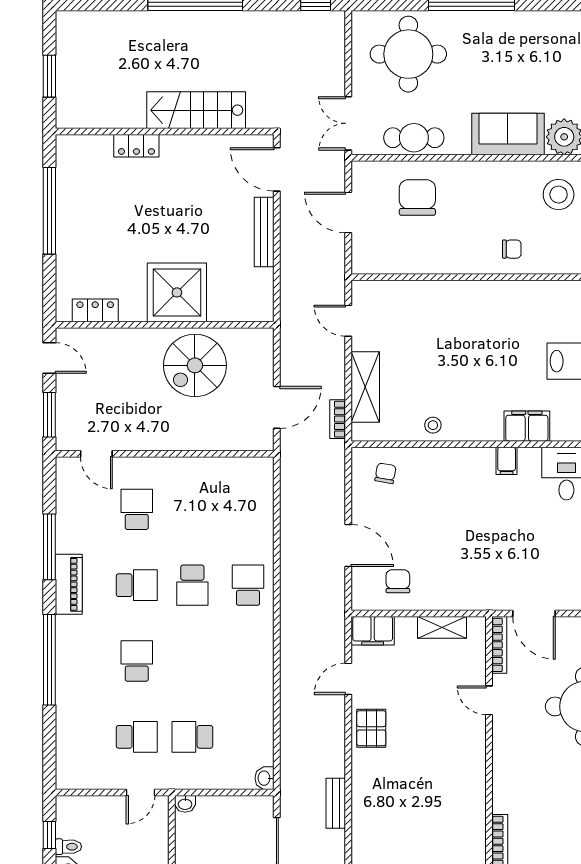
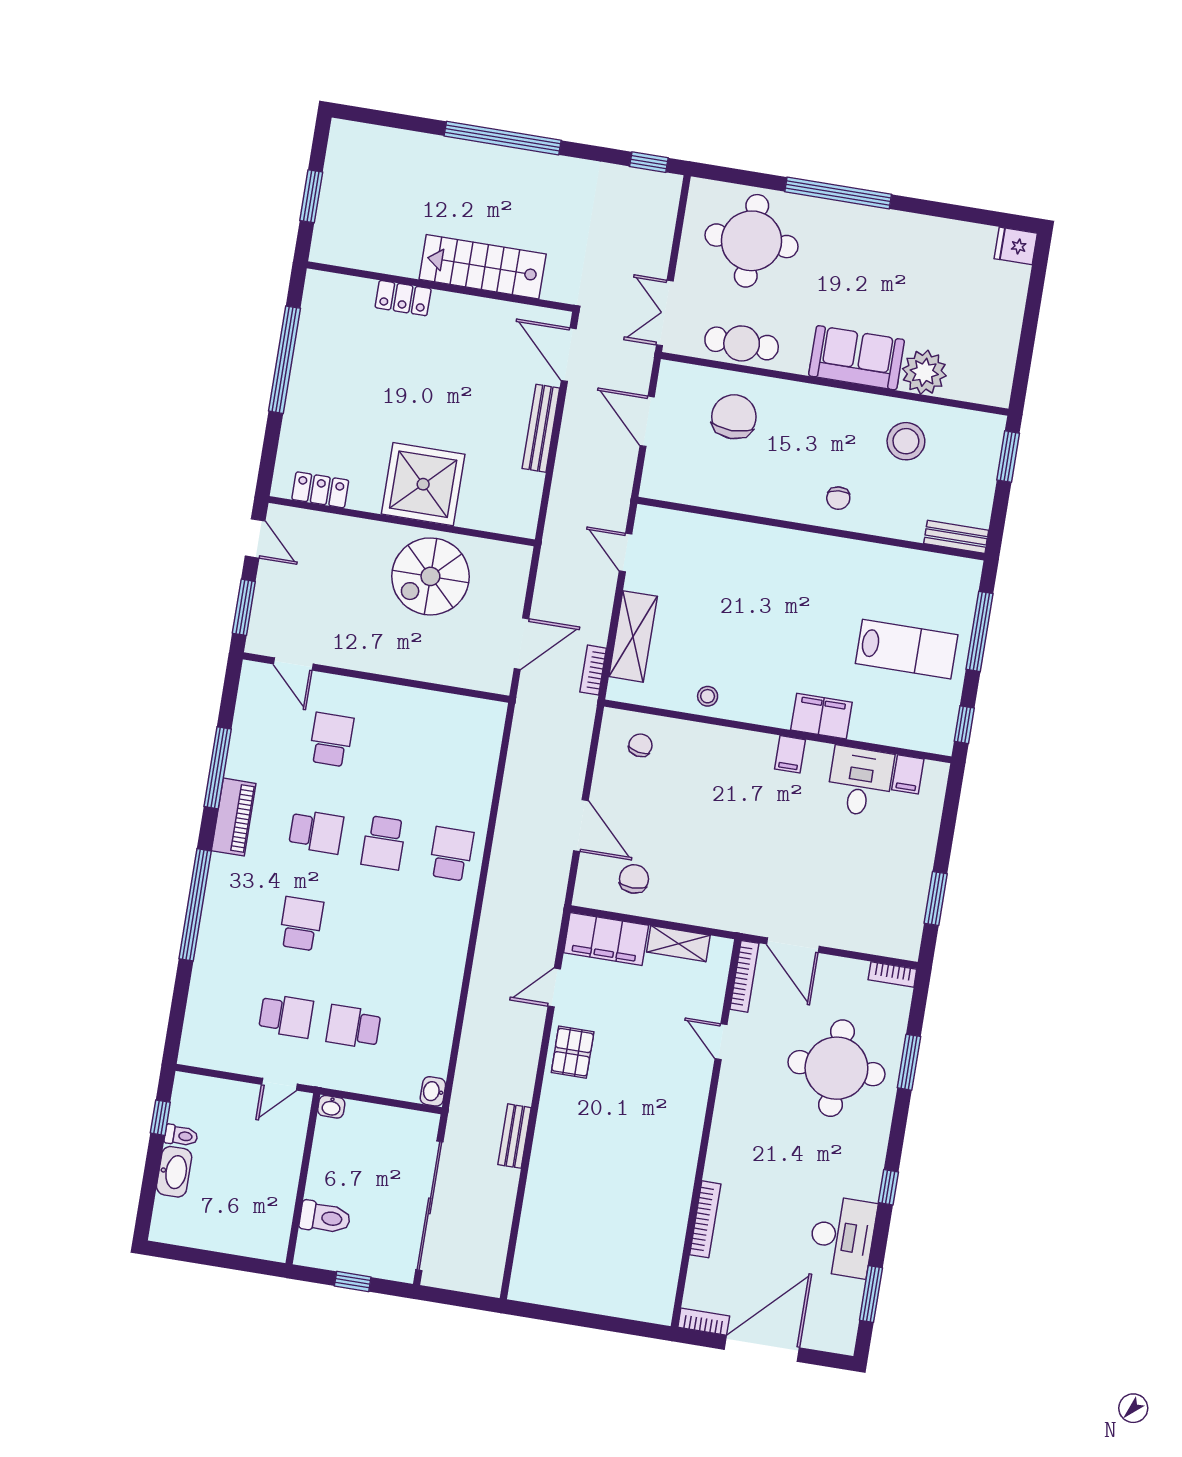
chair: (512, 249) -> (838, 498), turned 85
filing cabinet: (373, 631) -> (606, 939), width x1.50, depth x1.17

